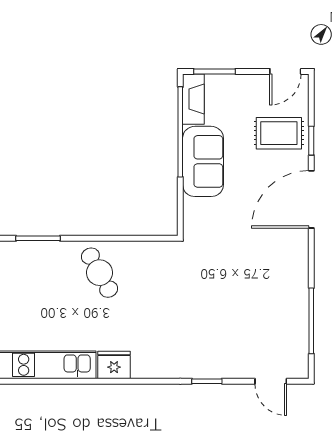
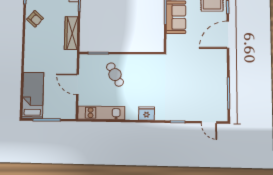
cafe table: (100, 273) -> (115, 75), moved
fridge: (114, 365) -> (146, 113), moved

